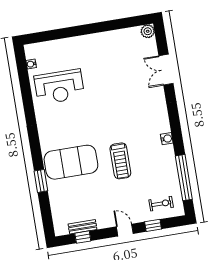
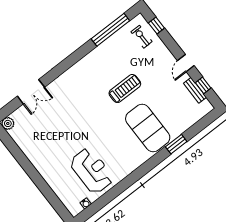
water cooler: (167, 139) -> (86, 61), removed
window: (153, 225) -> (156, 25), moved
door: (125, 230) -> (186, 63), moved

